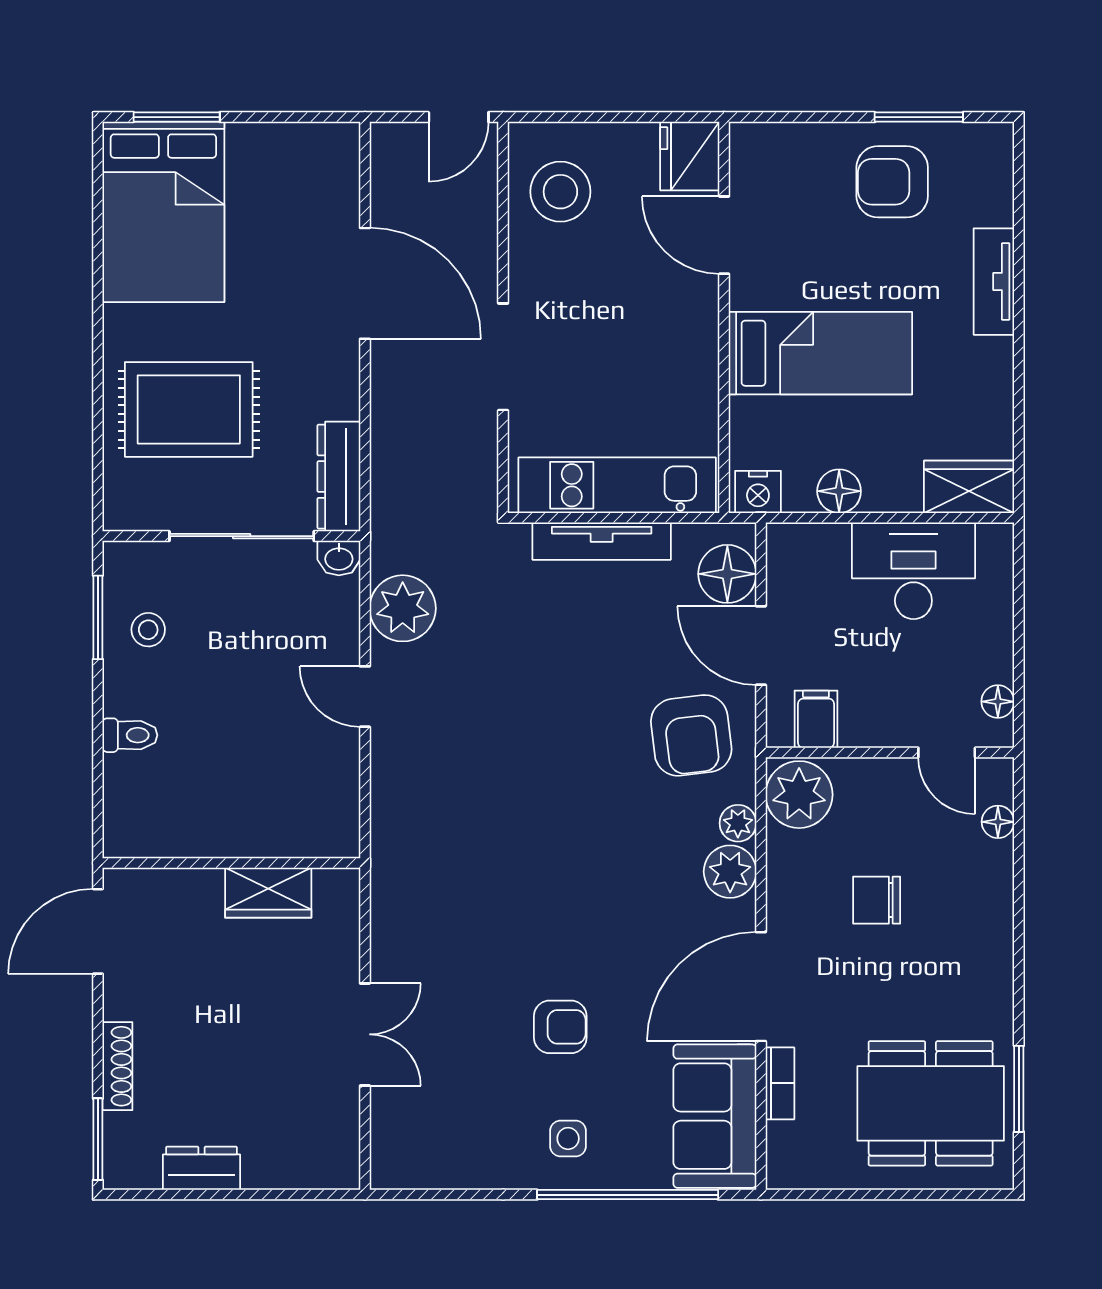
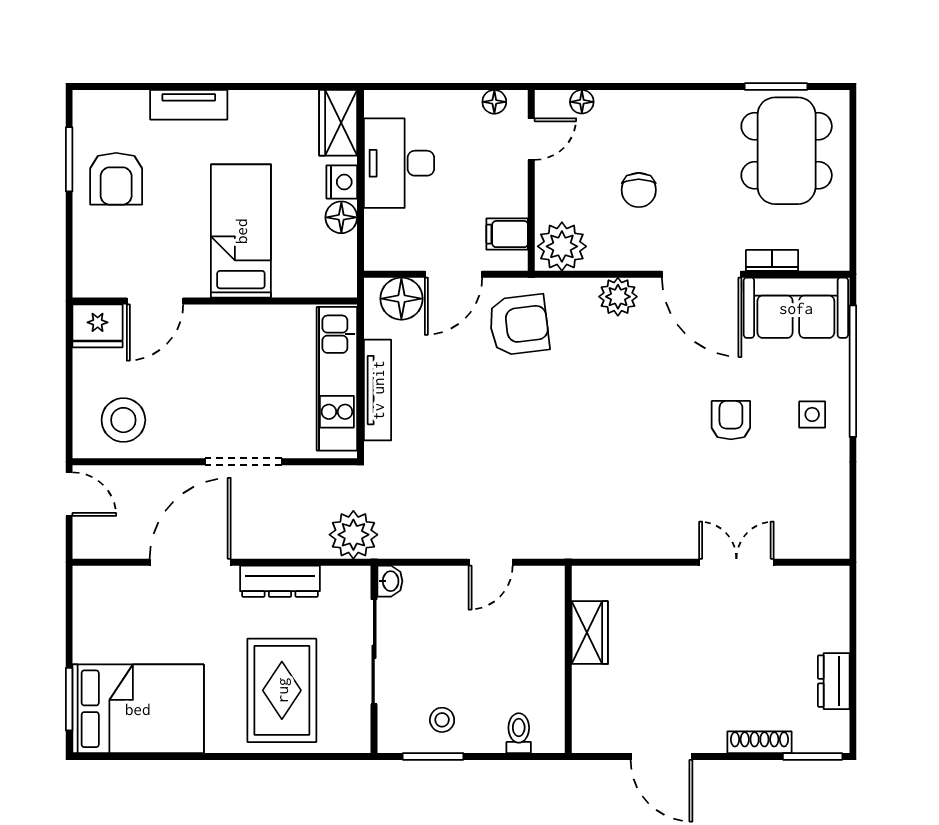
dresser: (339, 477) -> (280, 581), moved
nightstand: (758, 492) -> (342, 182), moved
plant: (403, 608) -> (353, 535), moved
plant: (738, 823) -> (583, 291), removed
wall: (231, 863) -> (568, 659), moved
wardrobe: (268, 893) -> (590, 633), moved

